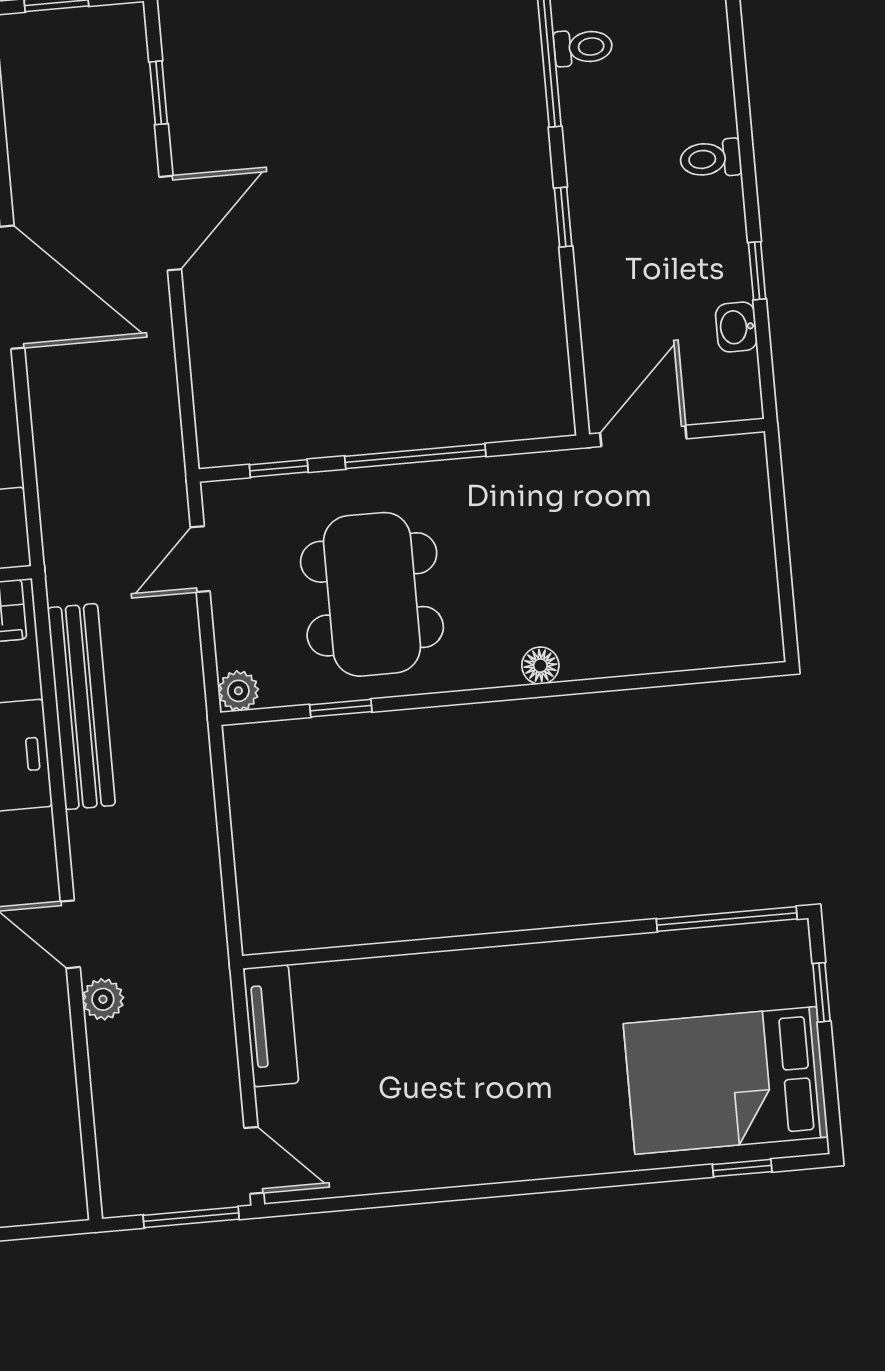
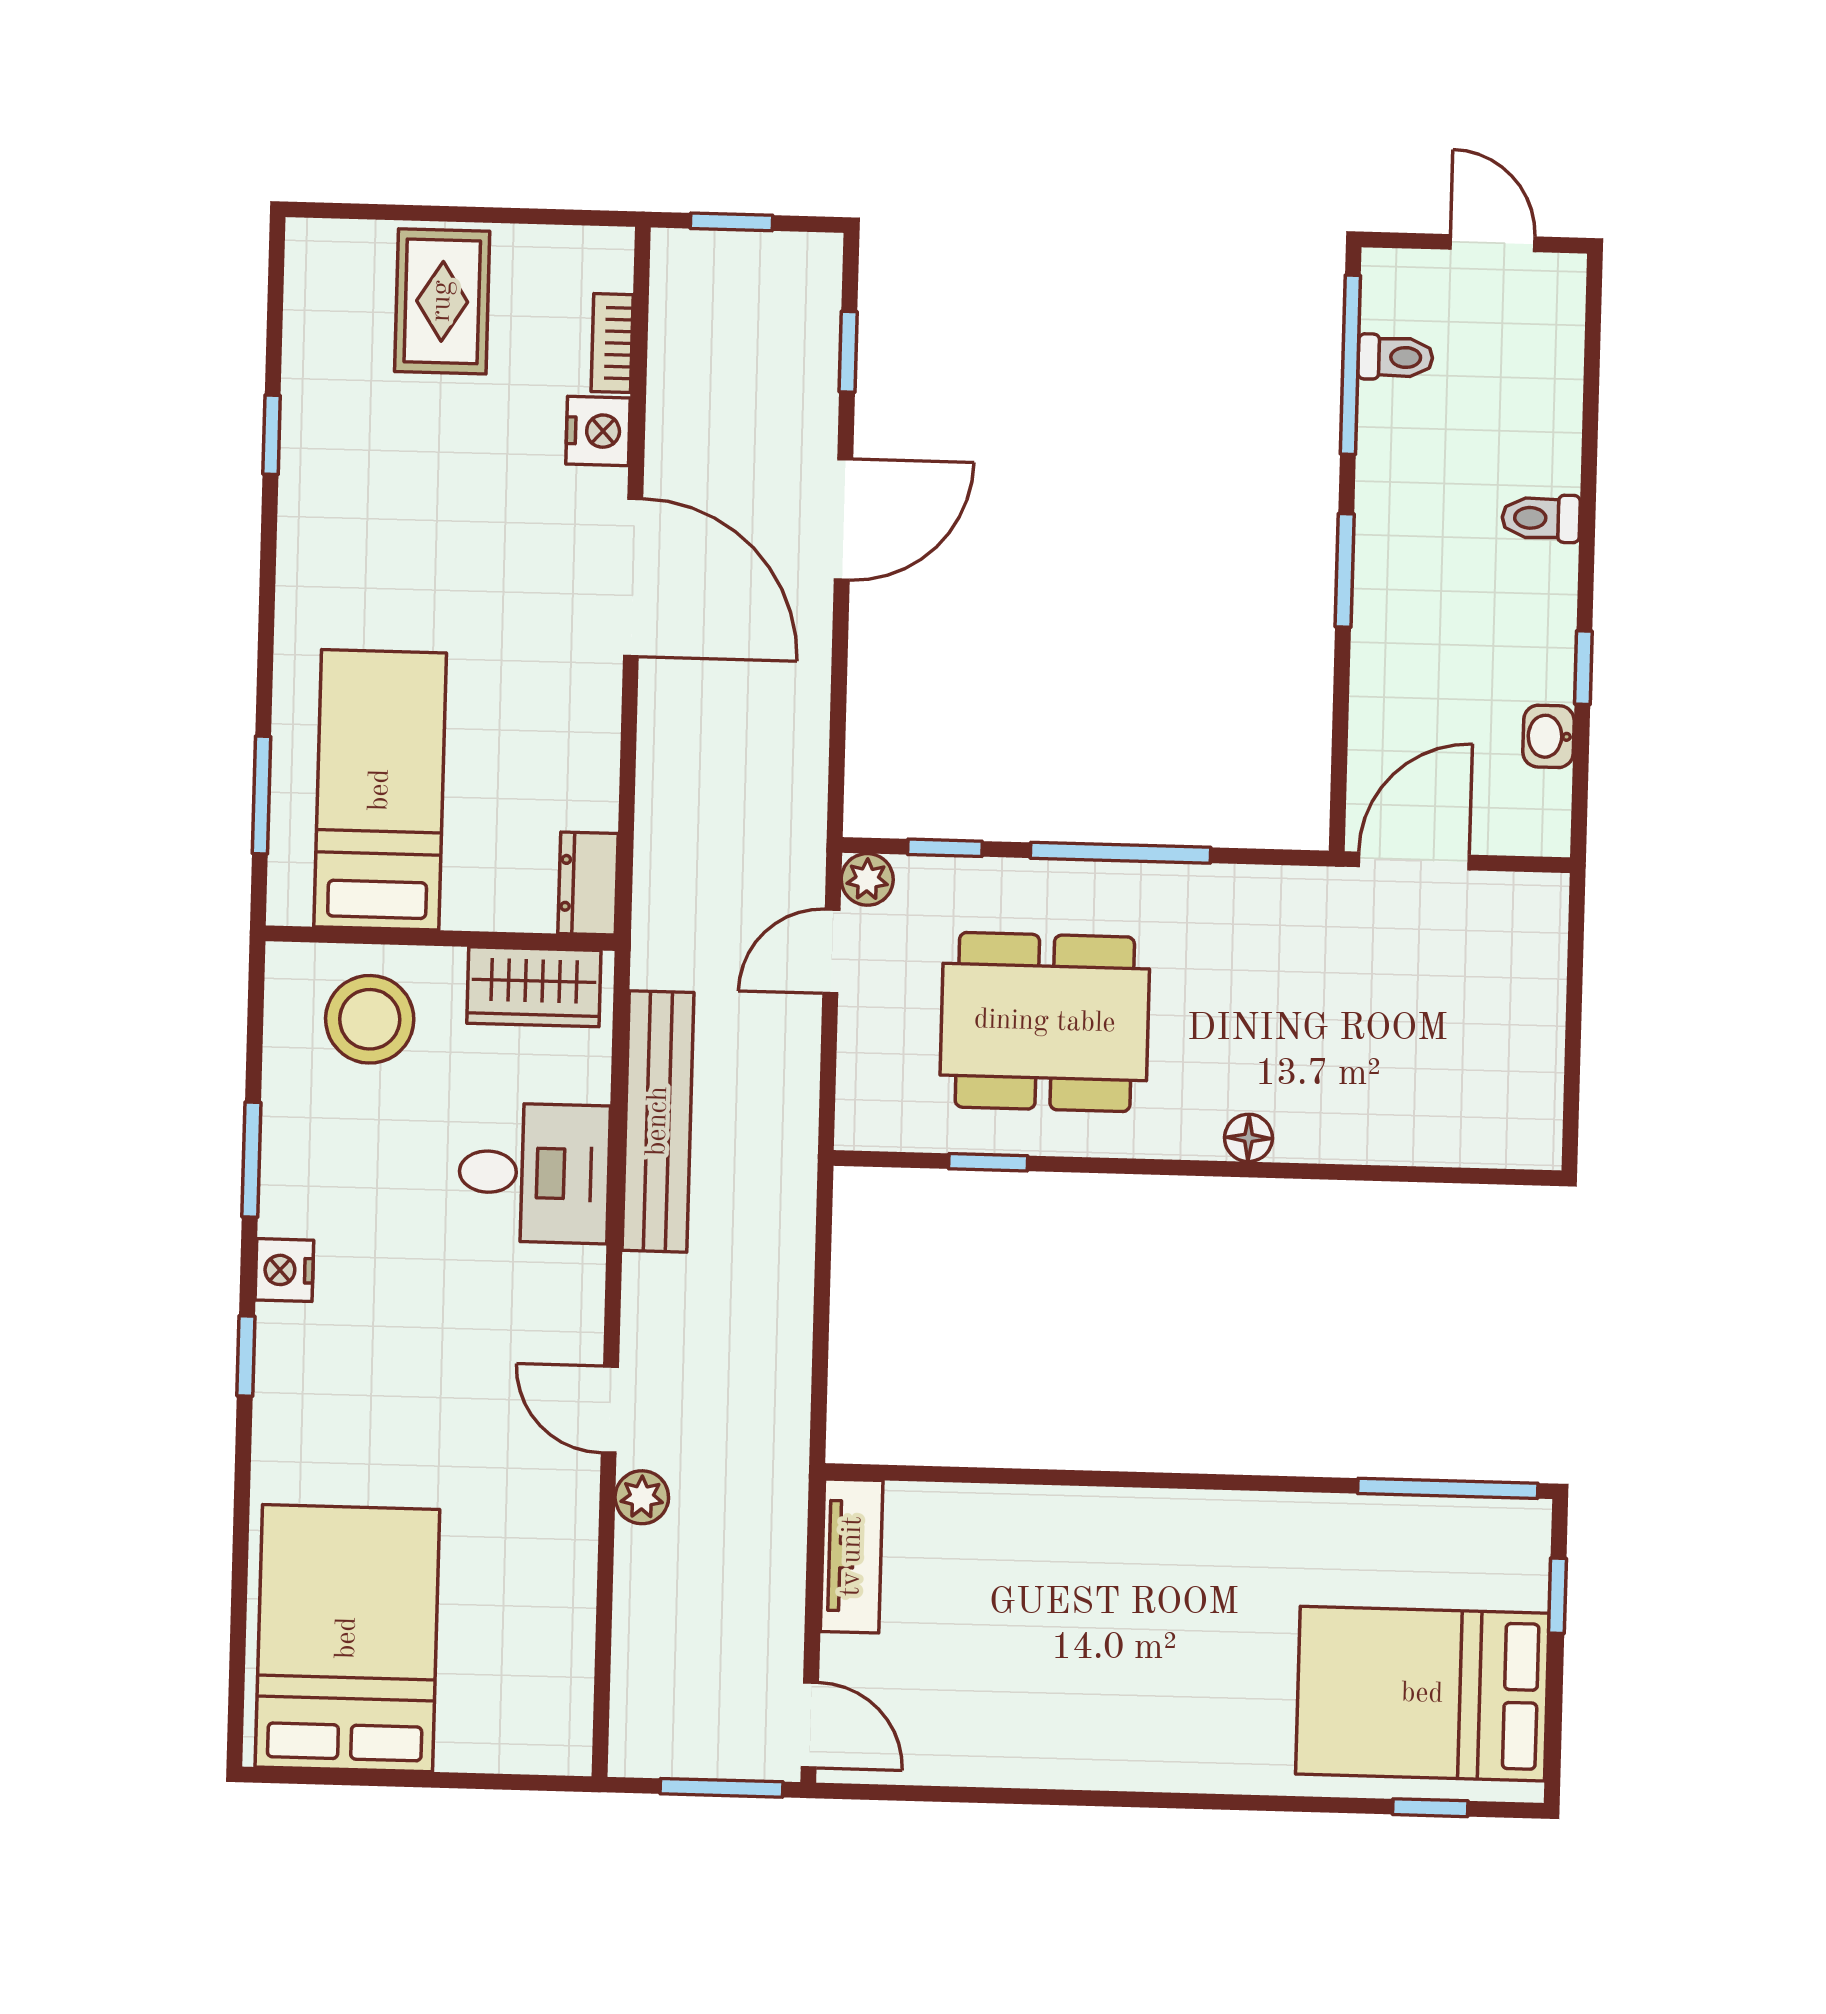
window: (563, 217) -> (1345, 570), width x1.50
dining table: (372, 594) -> (1045, 1022), turned 90
plant: (238, 691) -> (867, 879), moved

